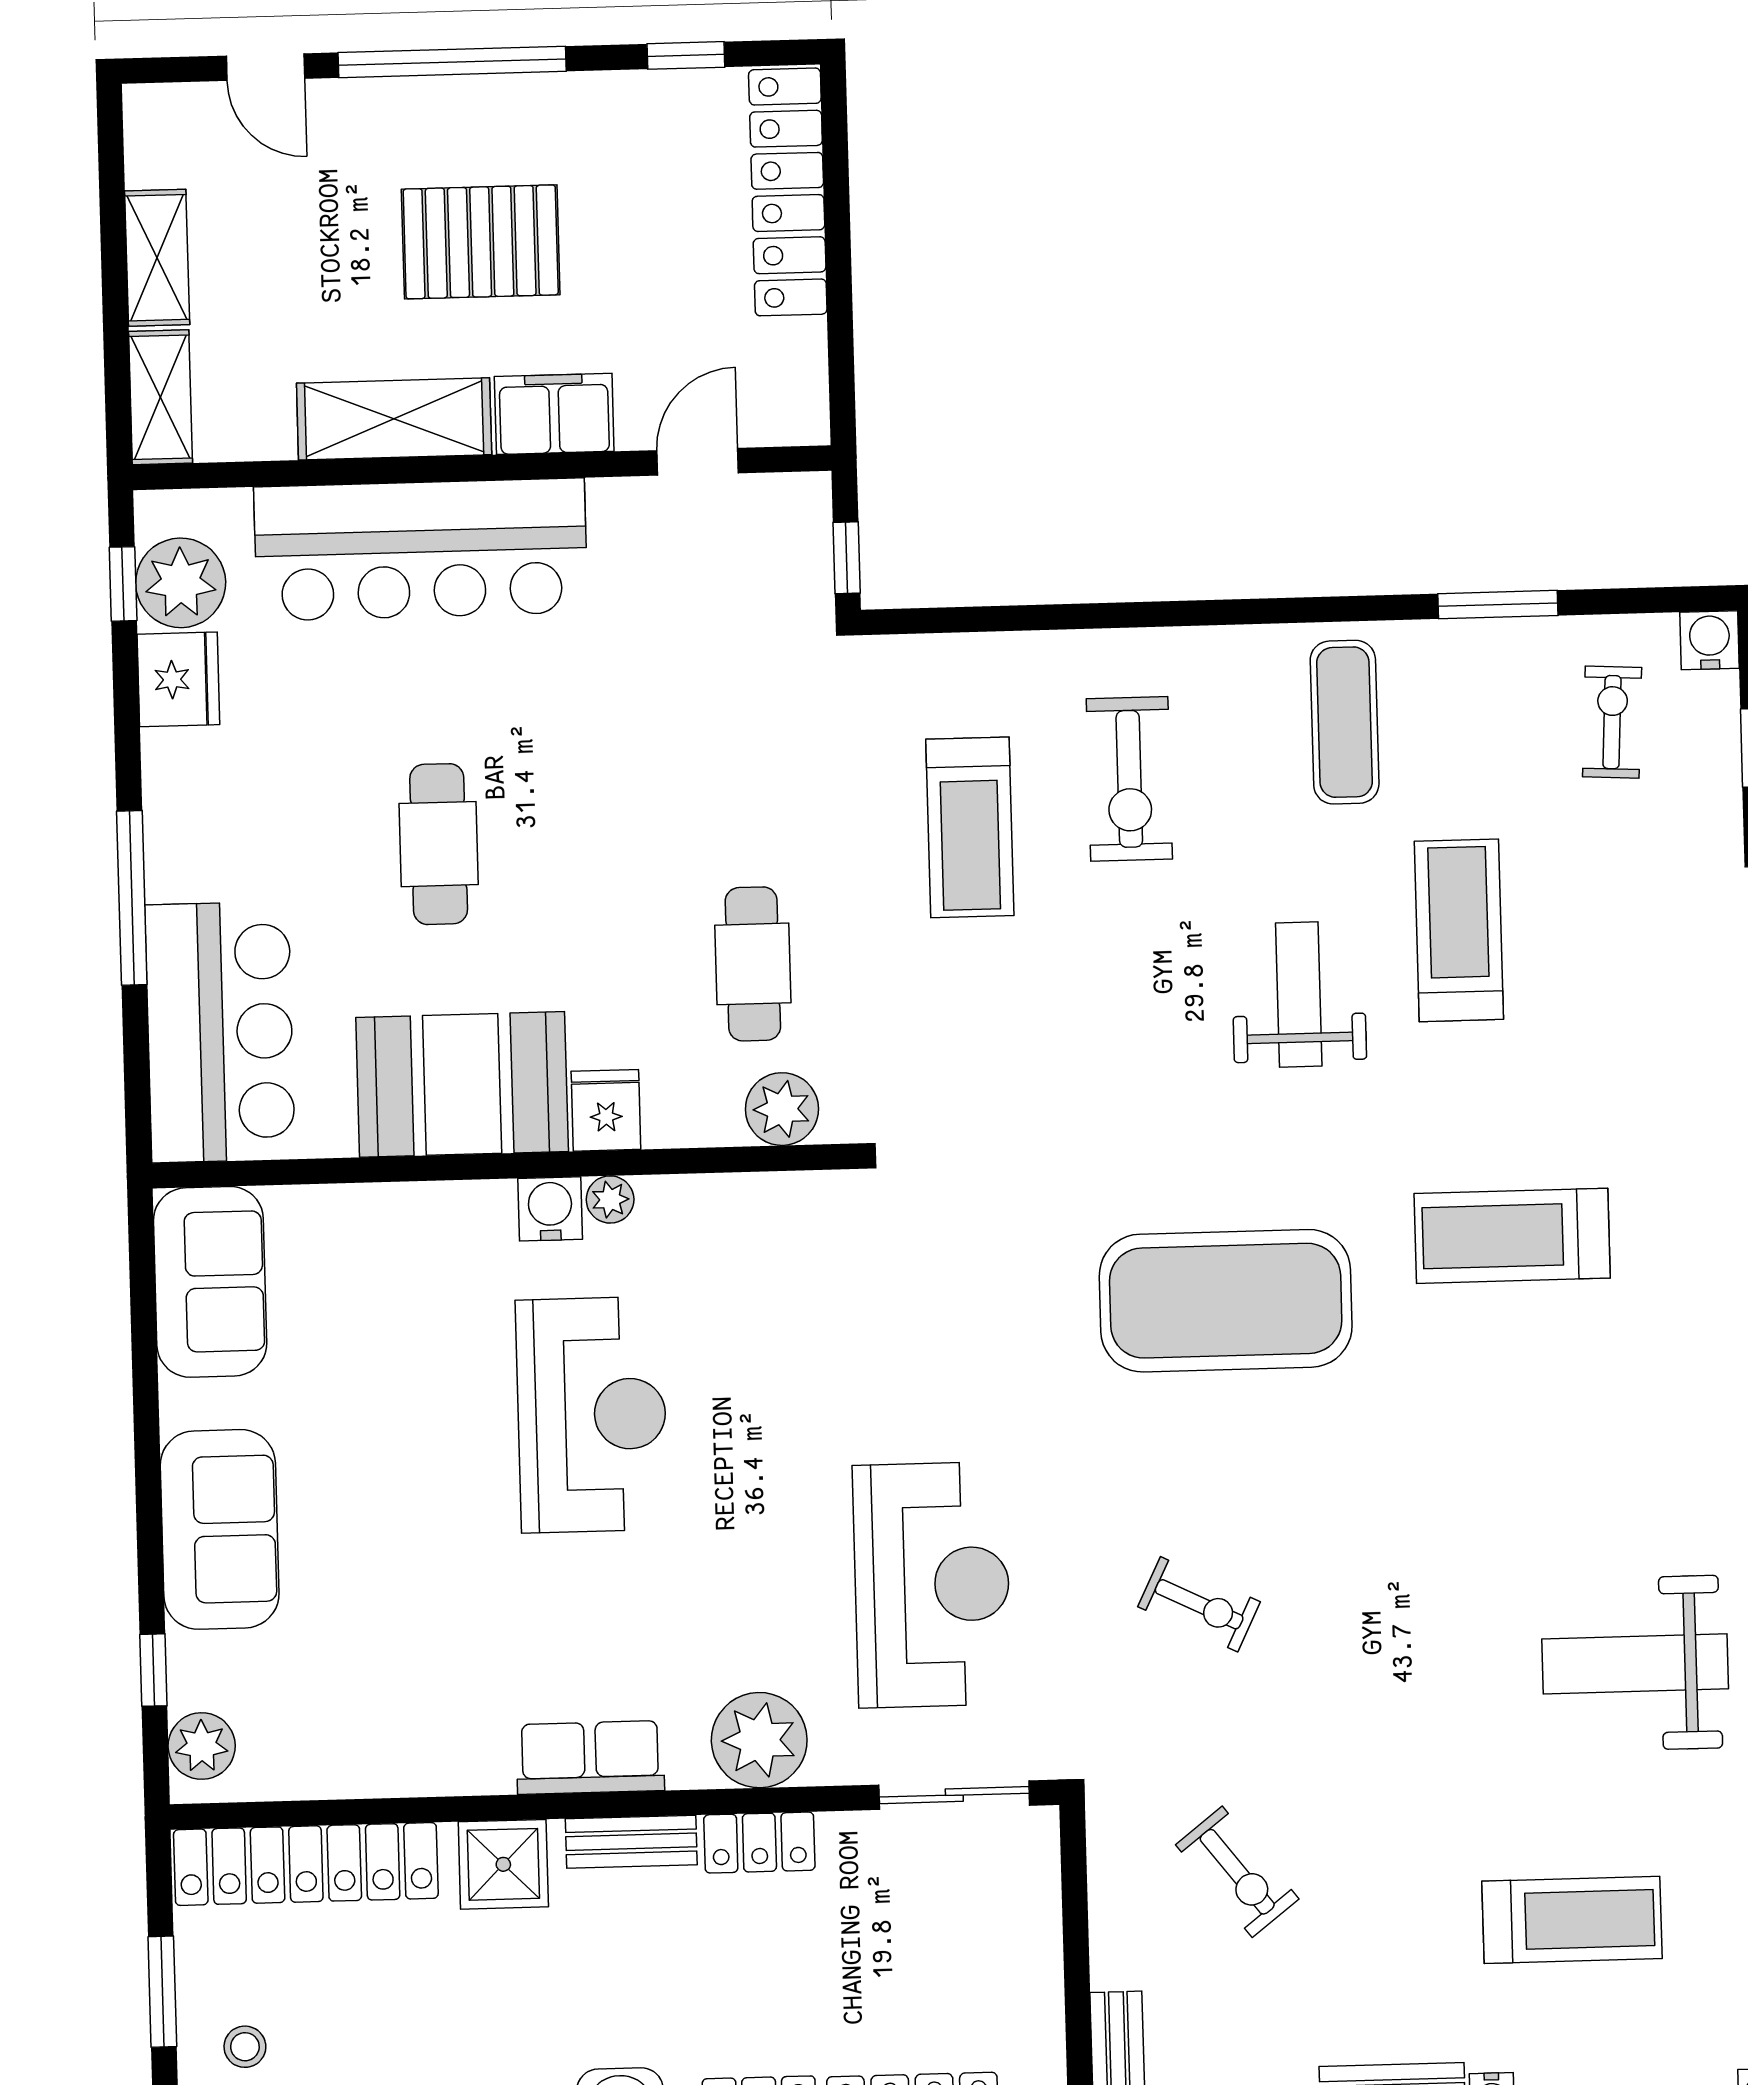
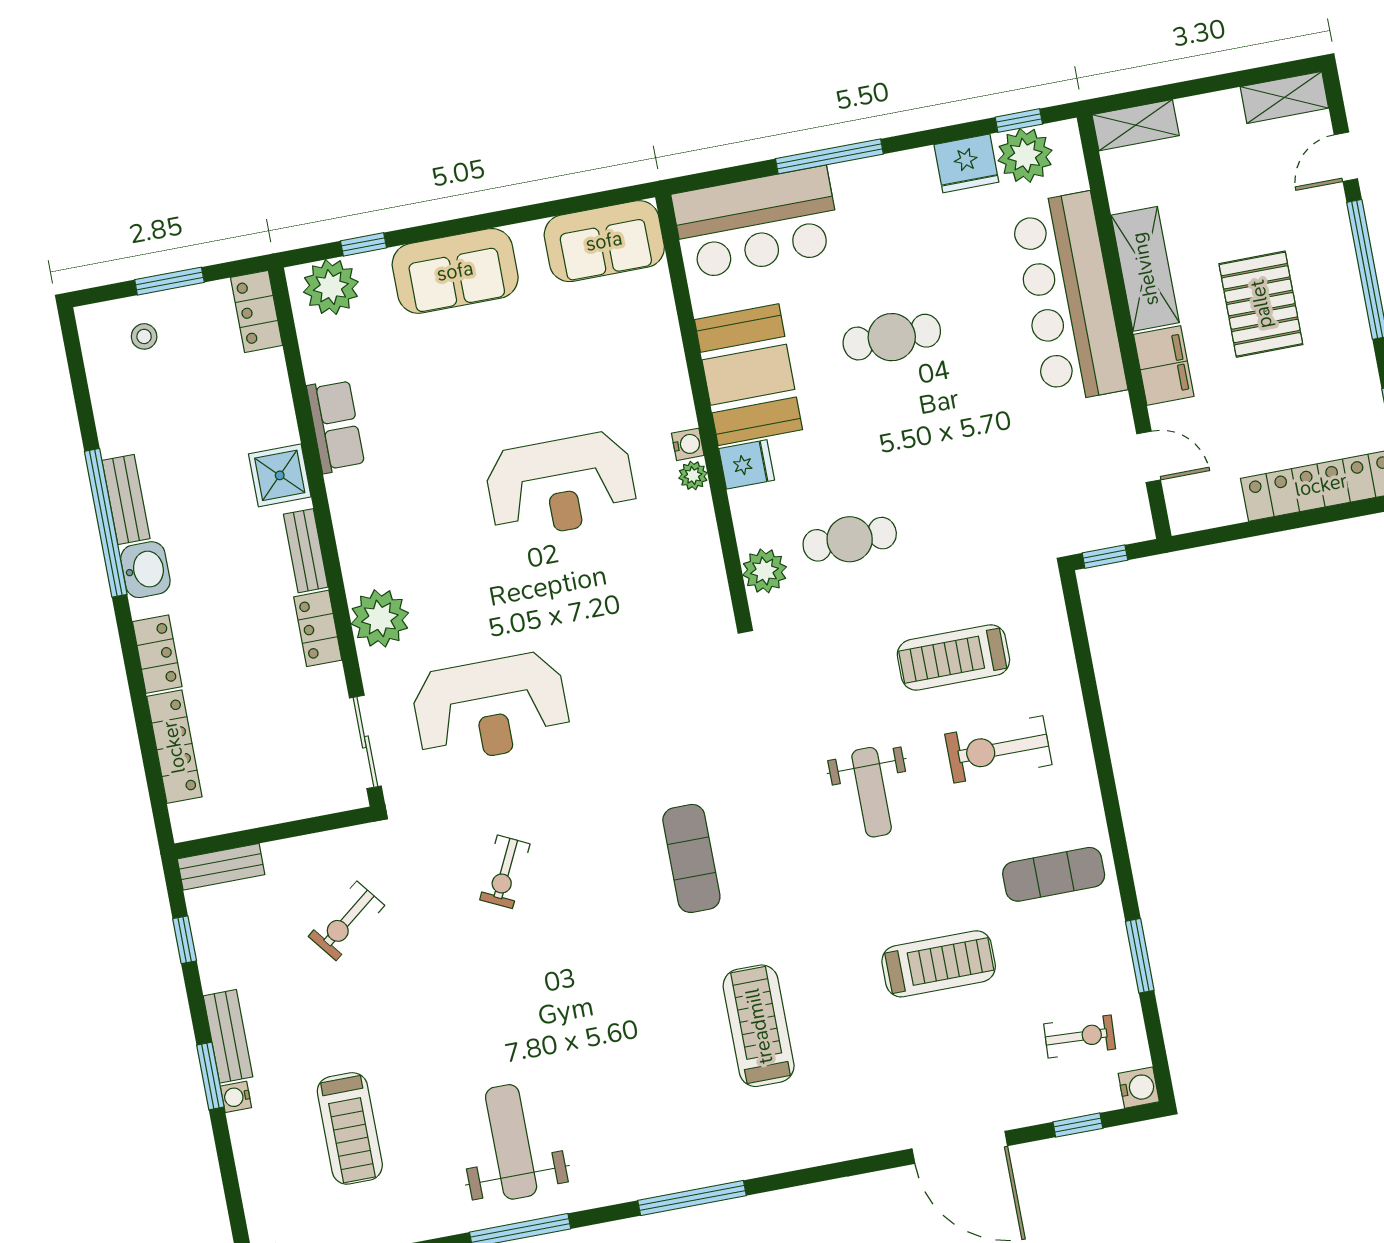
shelving: (157, 258) -> (1284, 97), moved
weight bench: (1299, 995) -> (872, 792), moved, turned 90
water cooler: (550, 1209) -> (688, 444), width x0.72, depth x0.72
exercise mat: (1226, 1301) -> (691, 858), width x0.50, depth x0.69
plant: (202, 1746) -> (331, 287), width x1.36, depth x1.36
row of seats: (590, 1757) -> (336, 426), moved
locker: (306, 1864) -> (256, 311), width x0.46, depth x0.83

